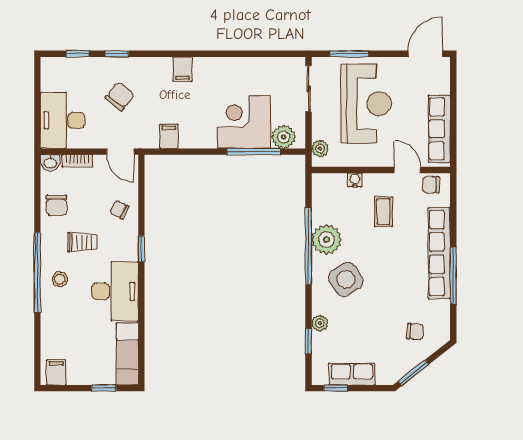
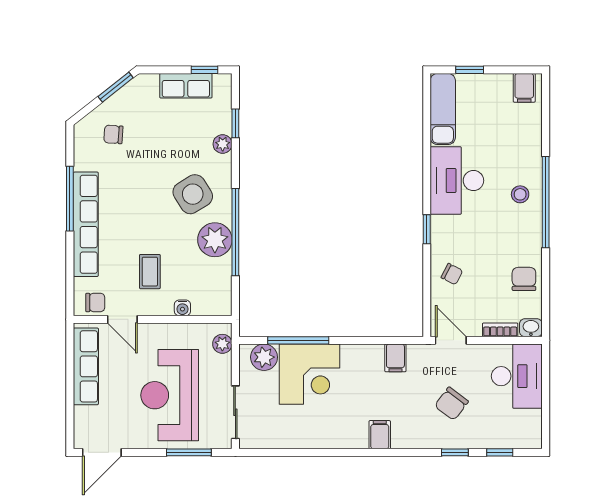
trolley: (82, 242) -> (494, 237), removed

